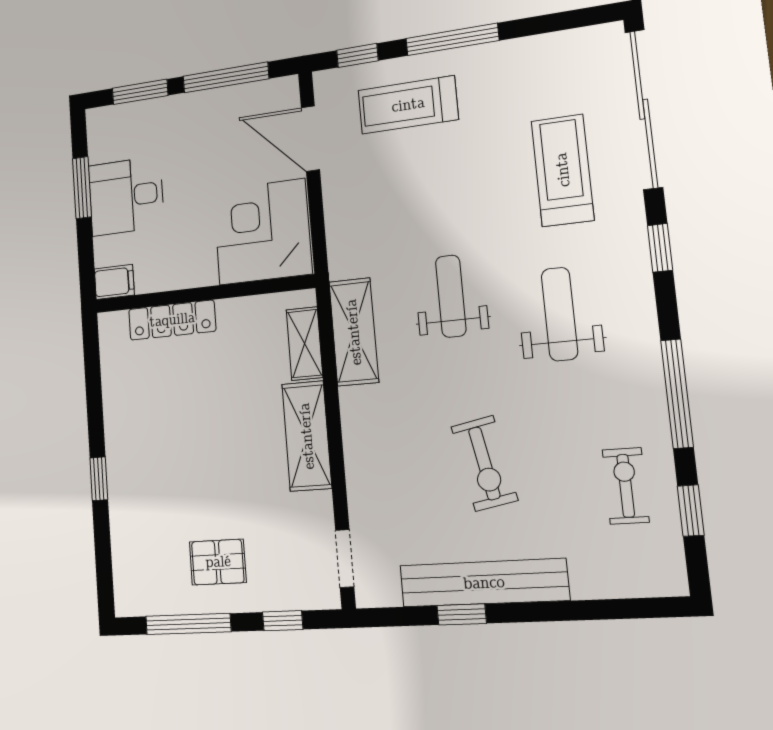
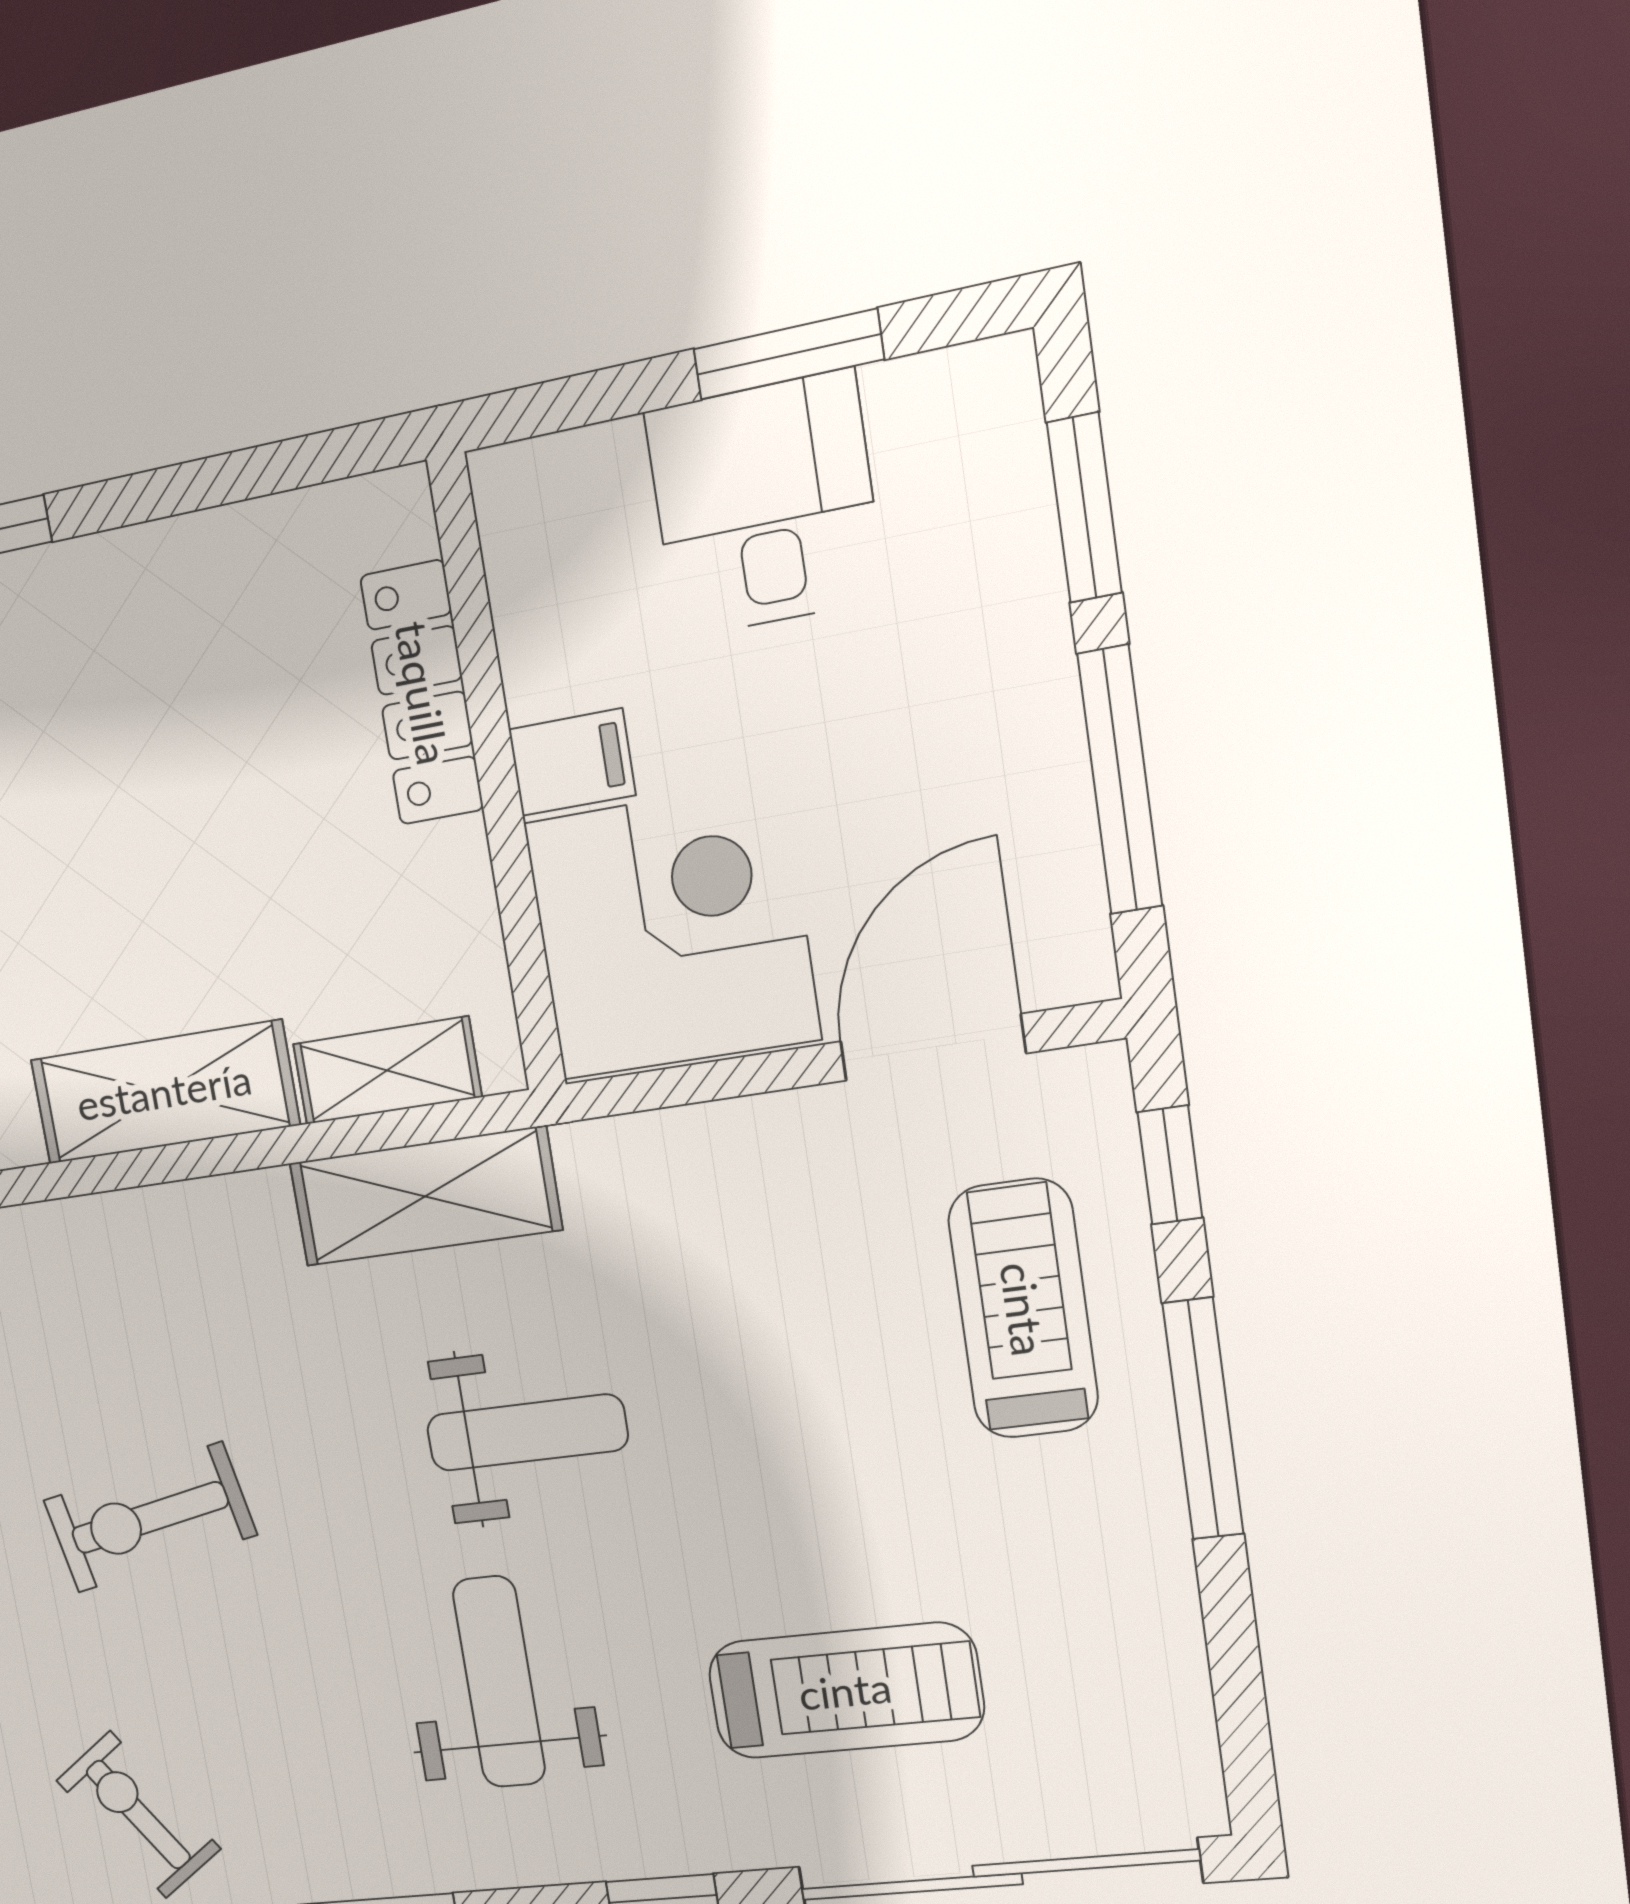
filing cabinet: (114, 282) -> (572, 762), moved, turned -90
weight bench: (560, 314) -> (499, 1682), turned -90
exercise bike: (626, 486) -> (138, 1815), turned -125

